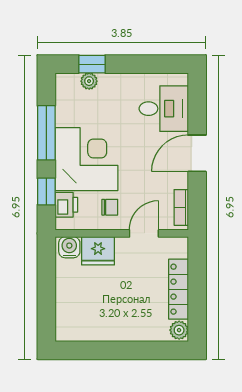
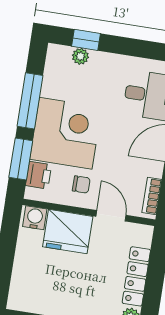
window: (46, 191) -> (21, 159), width x1.50
door: (144, 233) -> (111, 216), hinge flipped
fridge: (98, 251) -> (68, 232), width x1.36, depth x1.34

